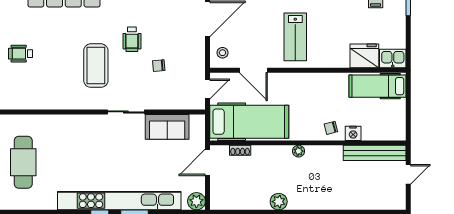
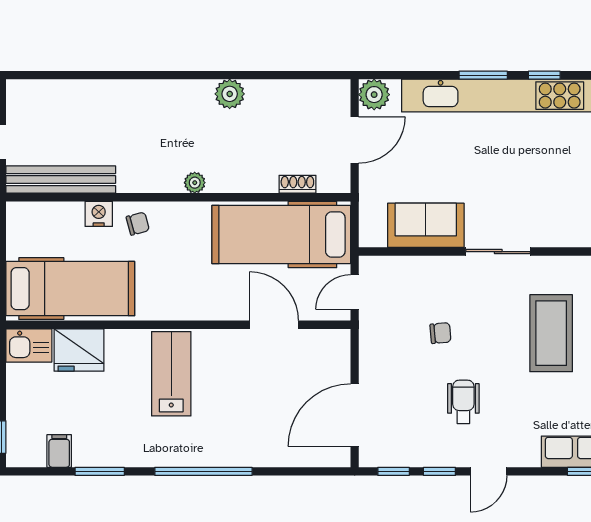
lab bench: (295, 37) -> (171, 374), moved
wheelchair: (132, 39) -> (463, 402), moved
stool: (222, 53) -> (328, 356), removed
hospital bed: (377, 86) -> (70, 289), width x1.37, depth x1.29
door: (208, 162) -> (355, 140), moved

